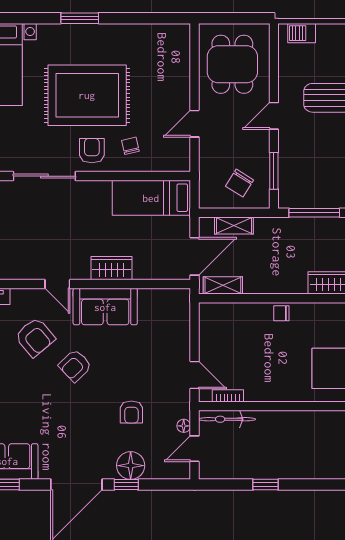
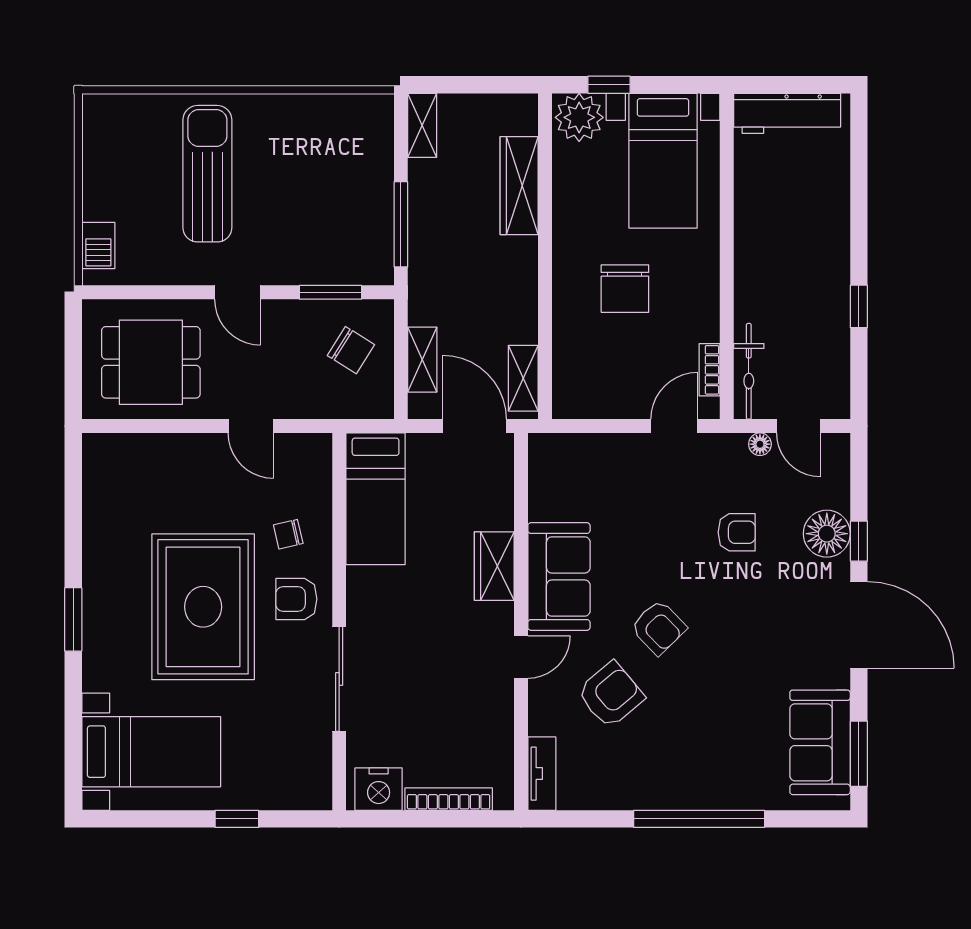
chair: (281, 313) -> (625, 289), moved, width x1.87, depth x1.87

